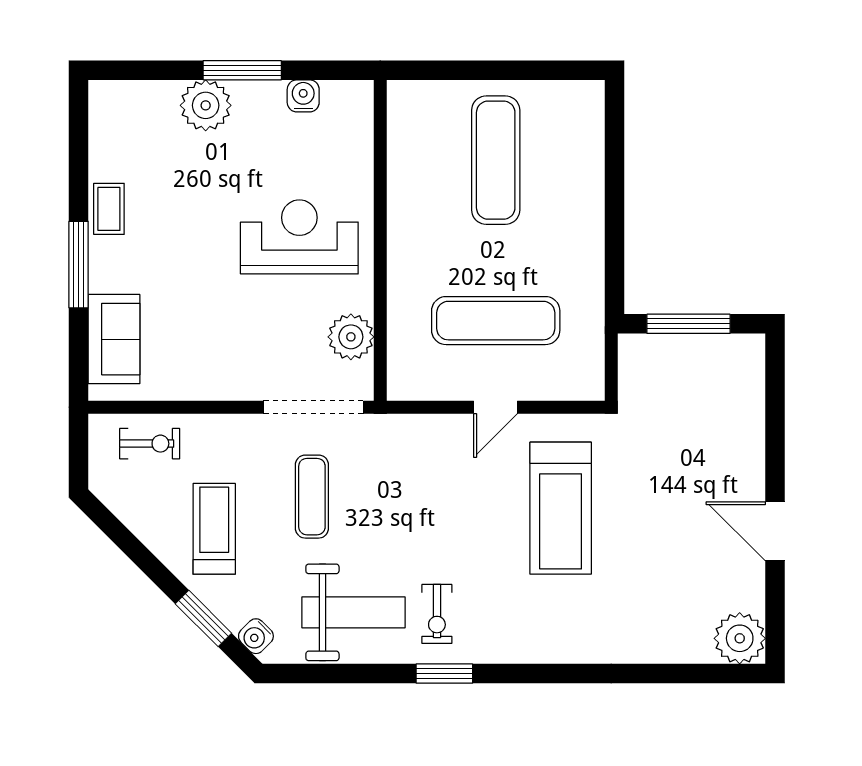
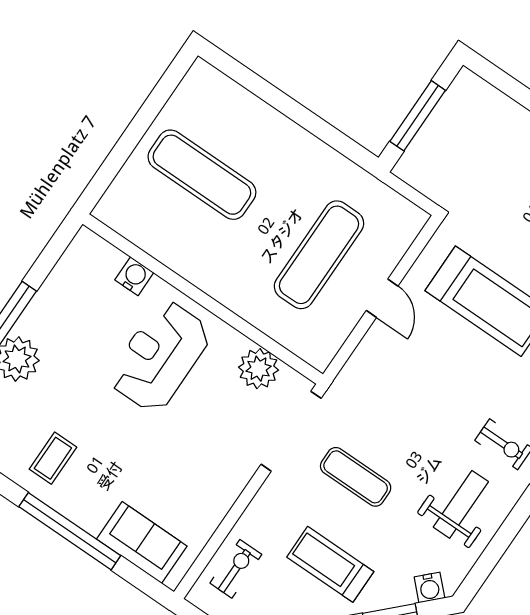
water cooler: (303, 96) -> (134, 276), moved, turned 90
coffee table: (109, 209) -> (53, 458), moved, turned 90
window: (79, 265) -> (70, 531), width x1.46
weight bench: (354, 612) -> (461, 504), width x0.73, depth x0.75

